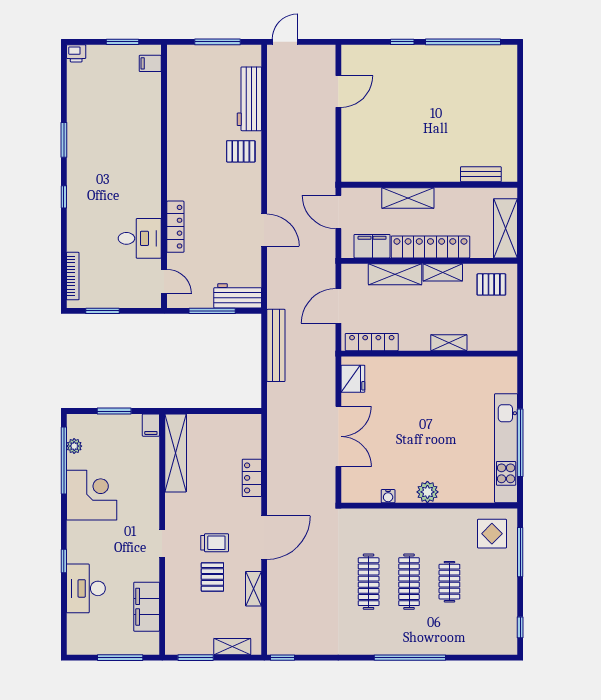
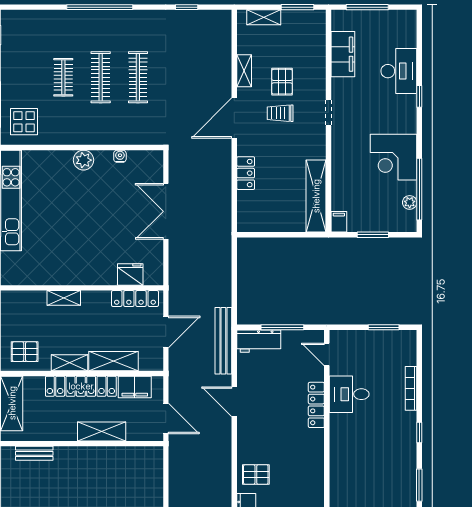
bookcase: (73, 276) -> (411, 388), moved
bench: (276, 345) -> (223, 341), moved
fridge: (353, 379) -> (130, 274), moved, turned 90
window: (283, 658) -> (187, 7), moved

